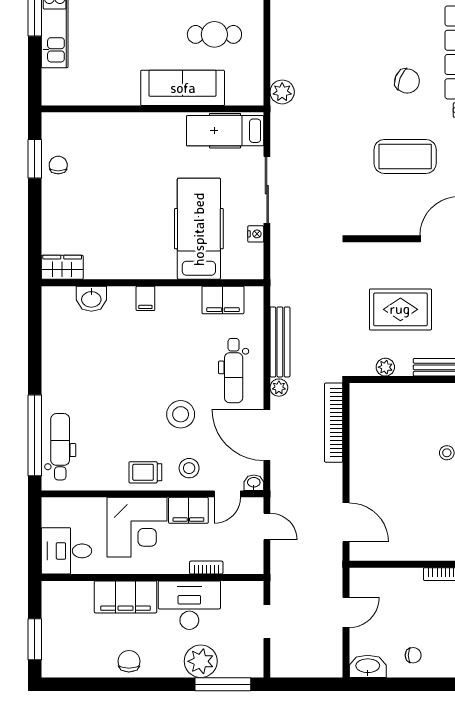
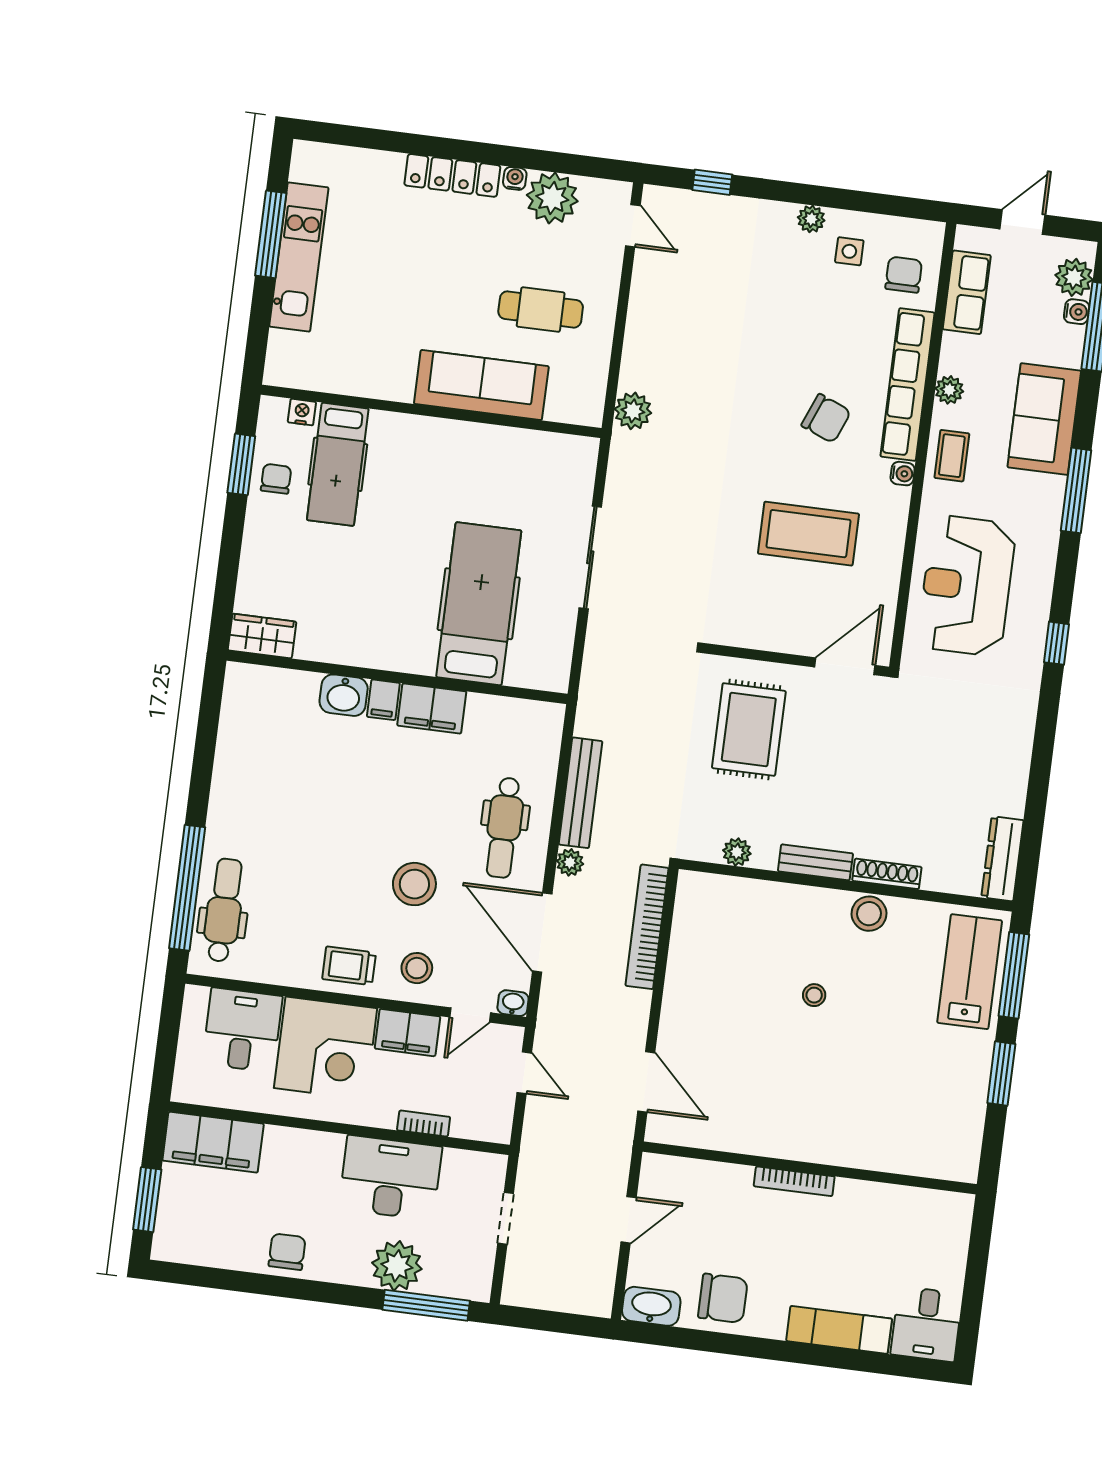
hospital bed: (225, 131) -> (338, 464), moved, turned -90
nightstand: (256, 234) -> (302, 412), moved, turned -90
washbasin: (91, 299) -> (344, 695), moved
filing cabinet: (223, 300) -> (432, 708), moved
rug: (400, 309) -> (749, 729), moved, turned 90
desk: (66, 551) -> (242, 1030), moved, turned 90
filing cabinet: (125, 597) -> (213, 1142), moved
chair: (413, 655) -> (723, 1298), width x1.87, depth x1.87

